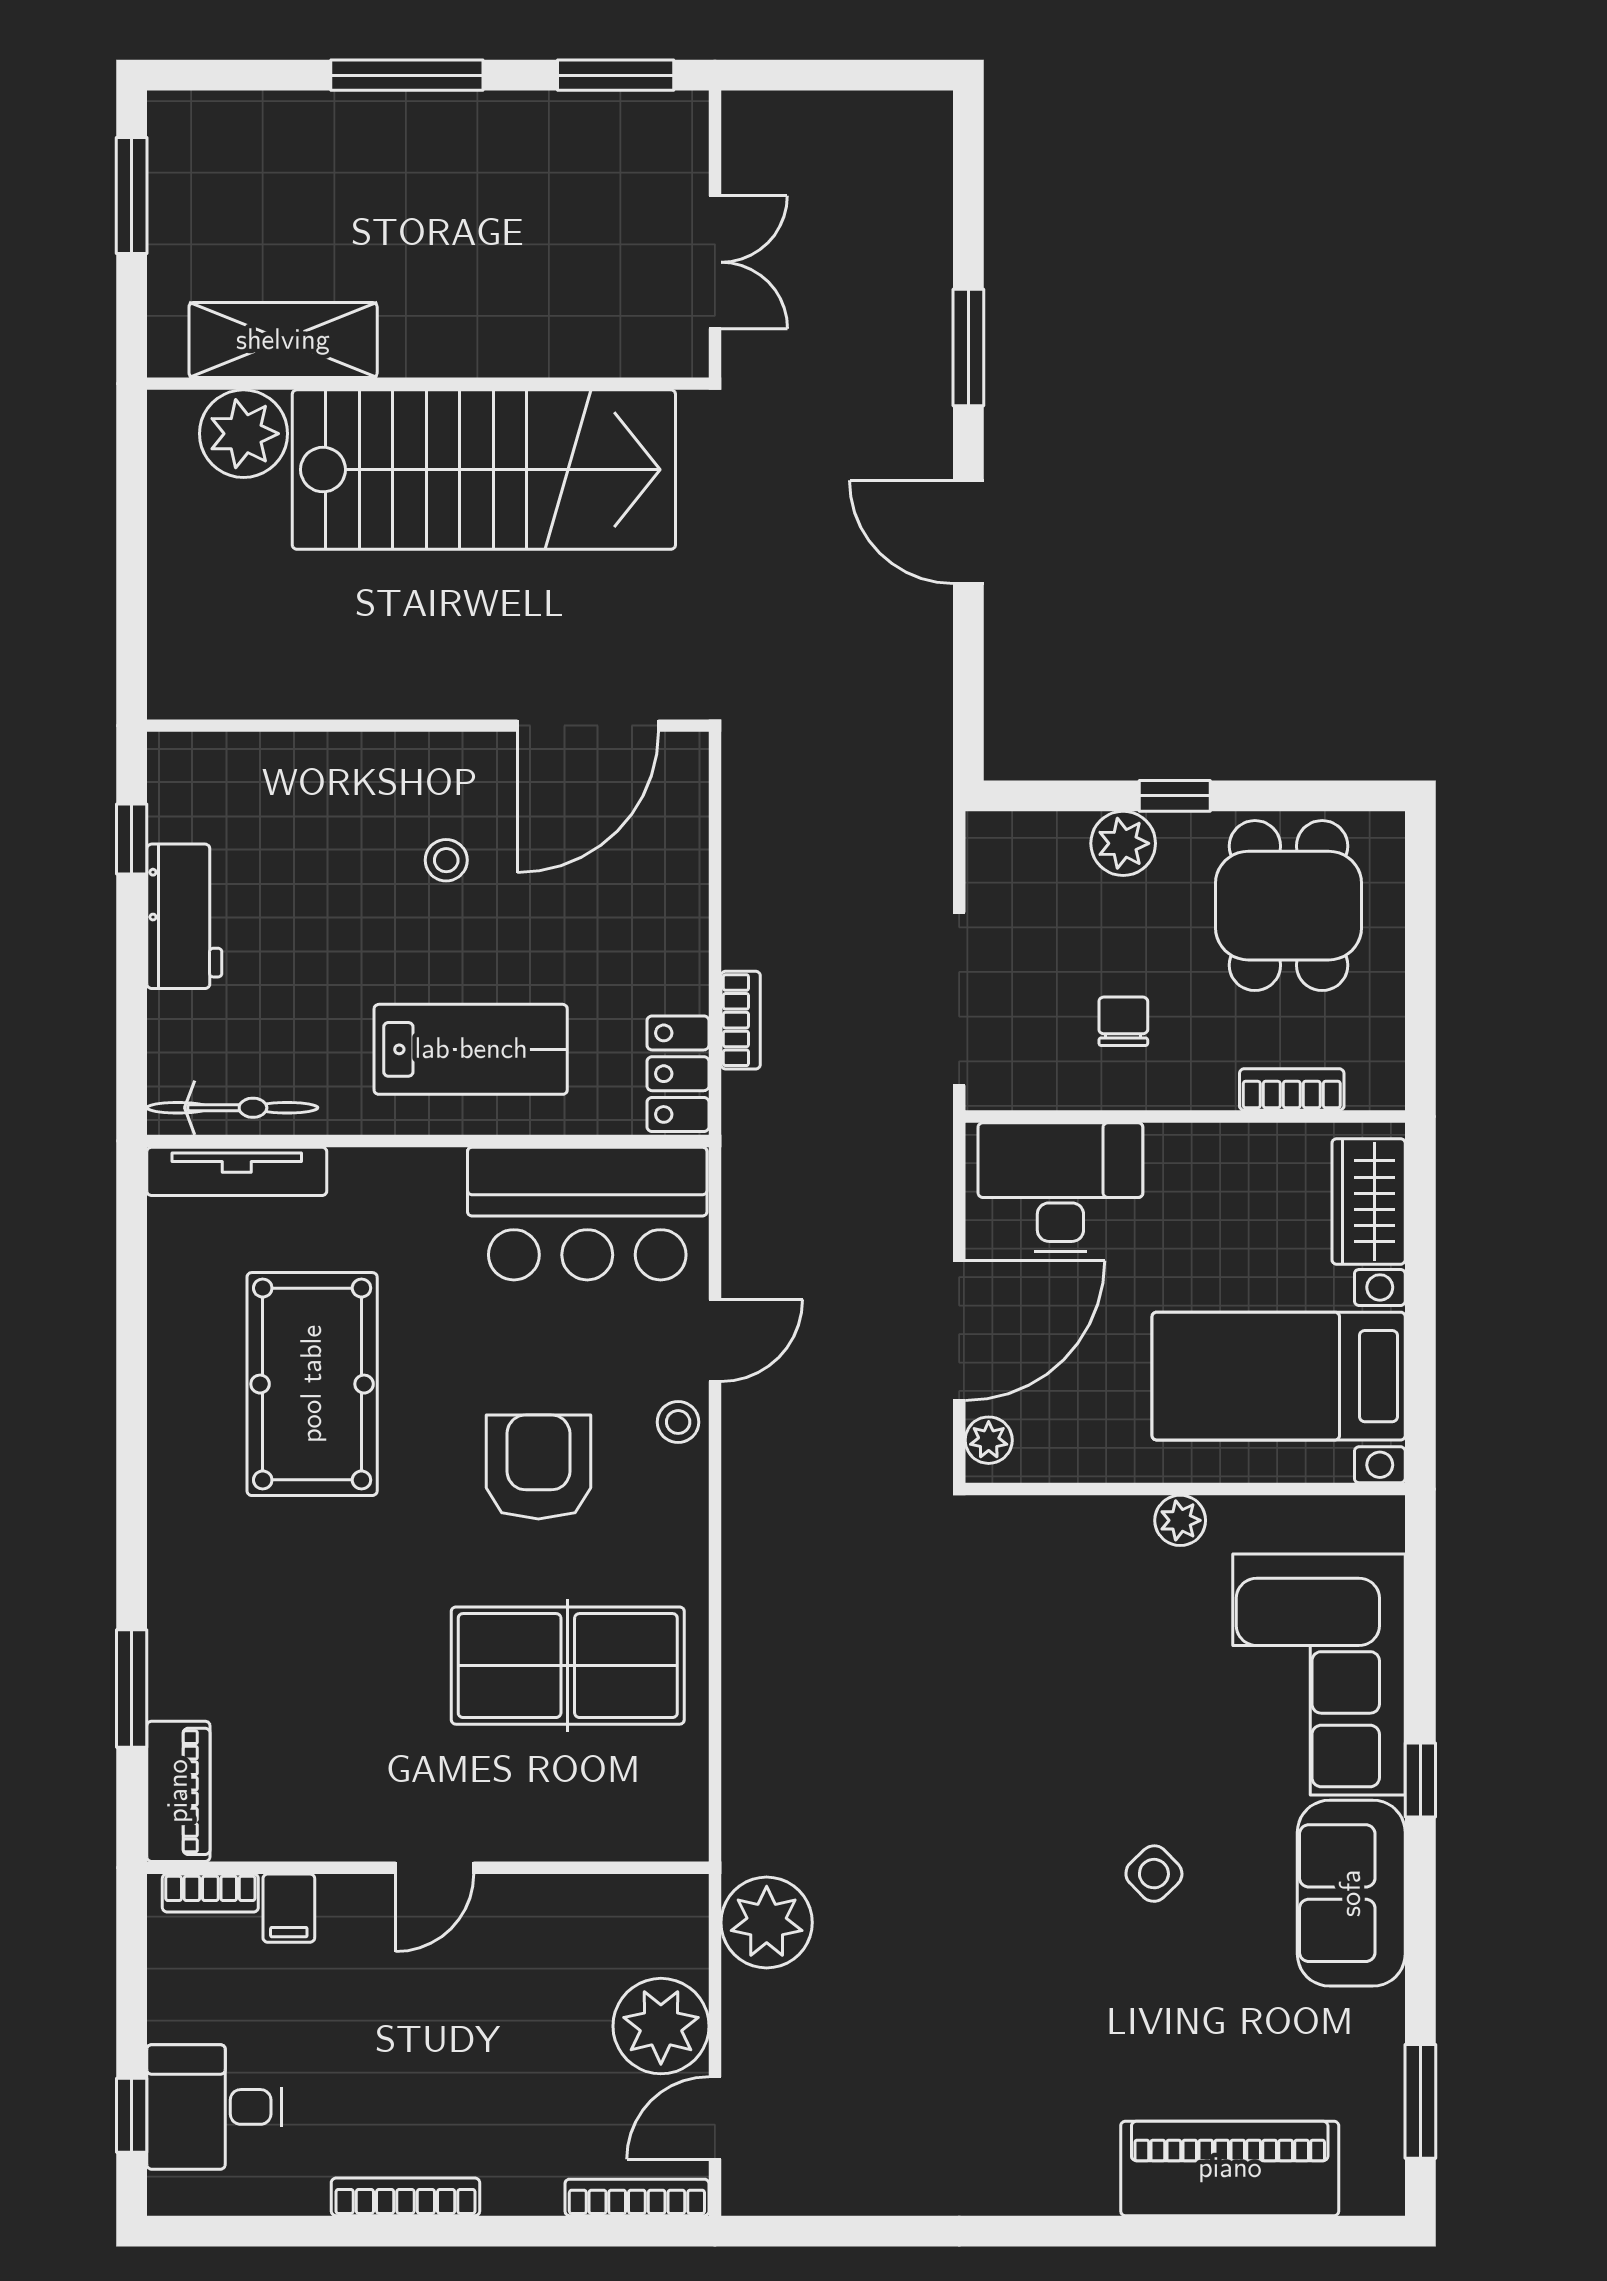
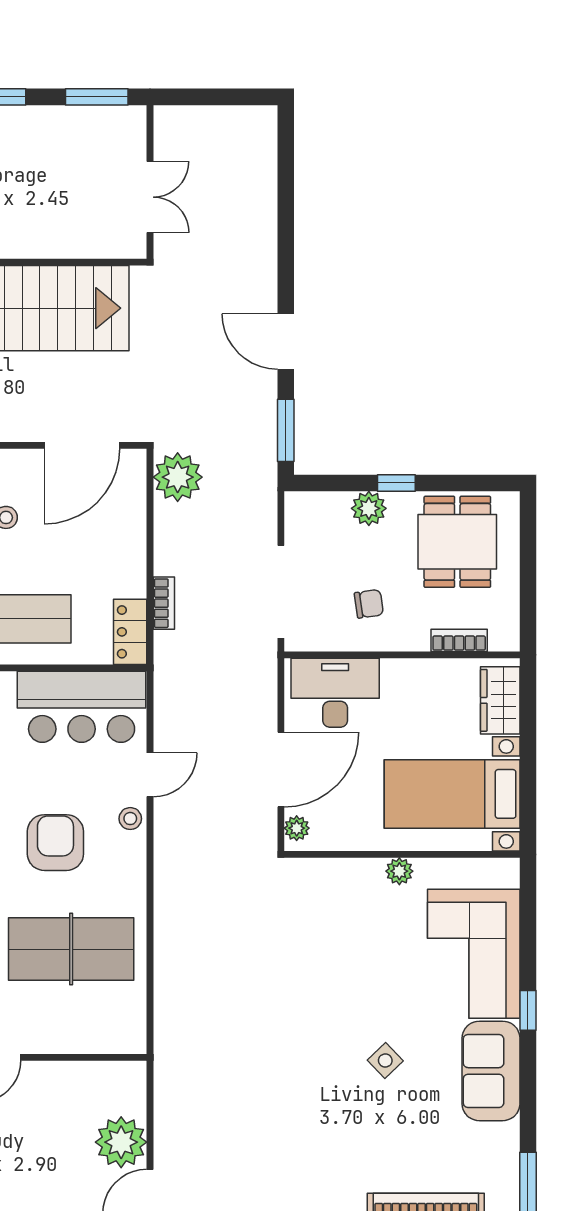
window: (968, 347) -> (286, 430), moved
chair: (1123, 1021) -> (369, 604), turned 82
plant: (767, 1923) -> (178, 477), moved

